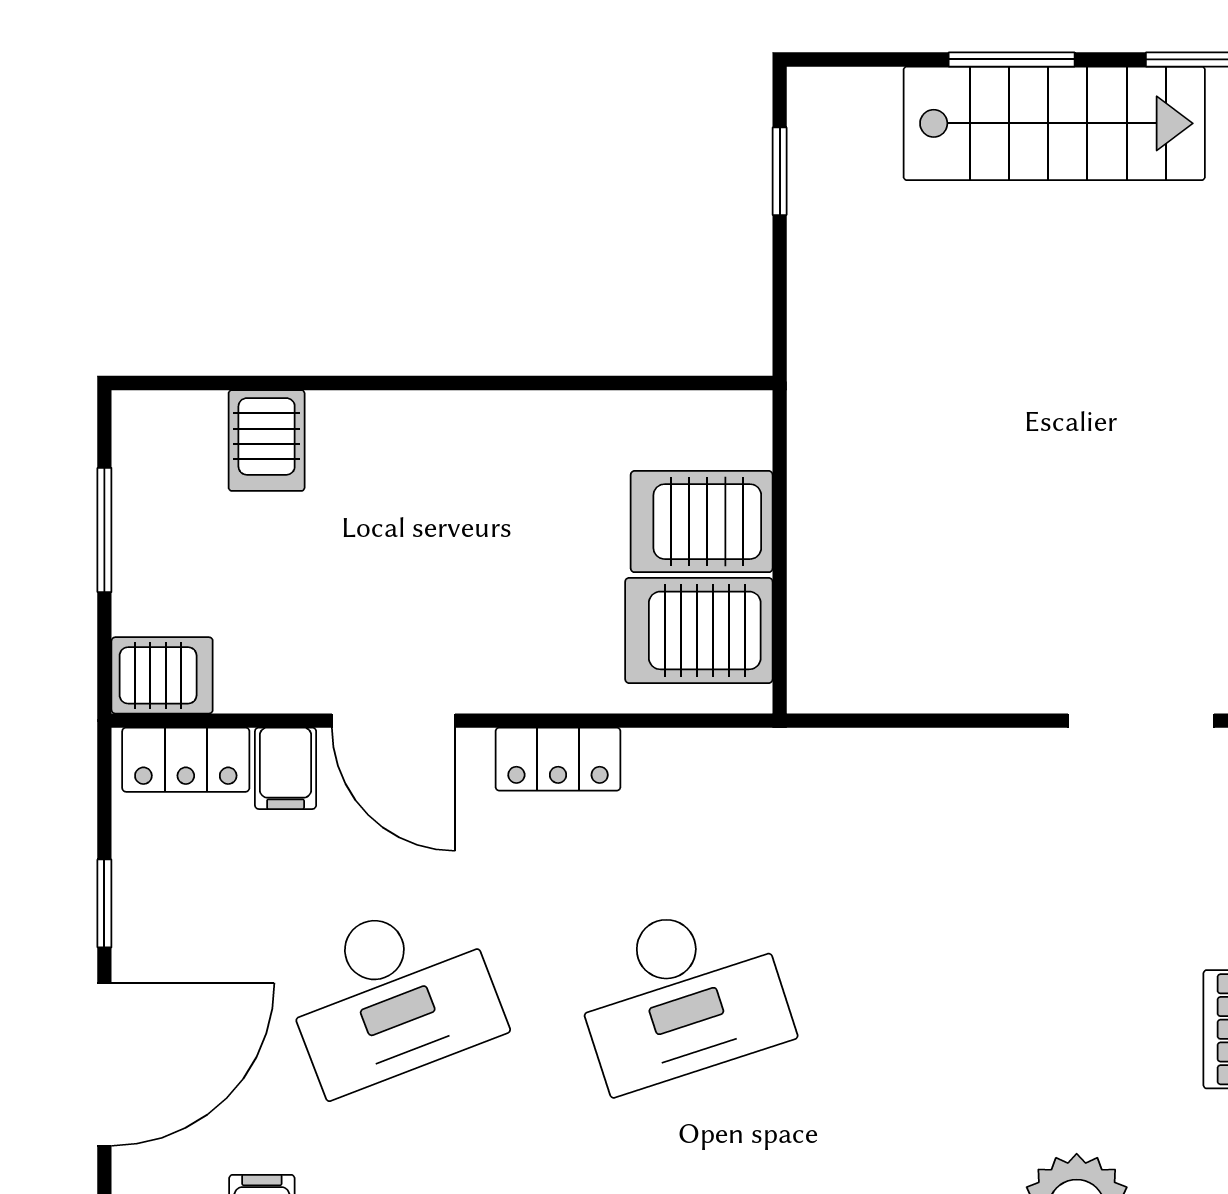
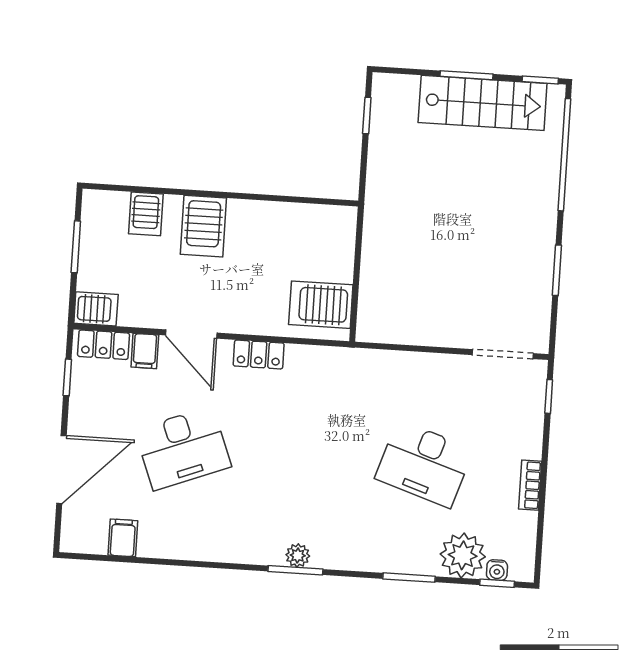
server rack: (702, 522) -> (203, 226), moved, turned -90
window: (104, 903) -> (67, 377), moved
desk: (681, 995) -> (424, 464), moved, turned 36

